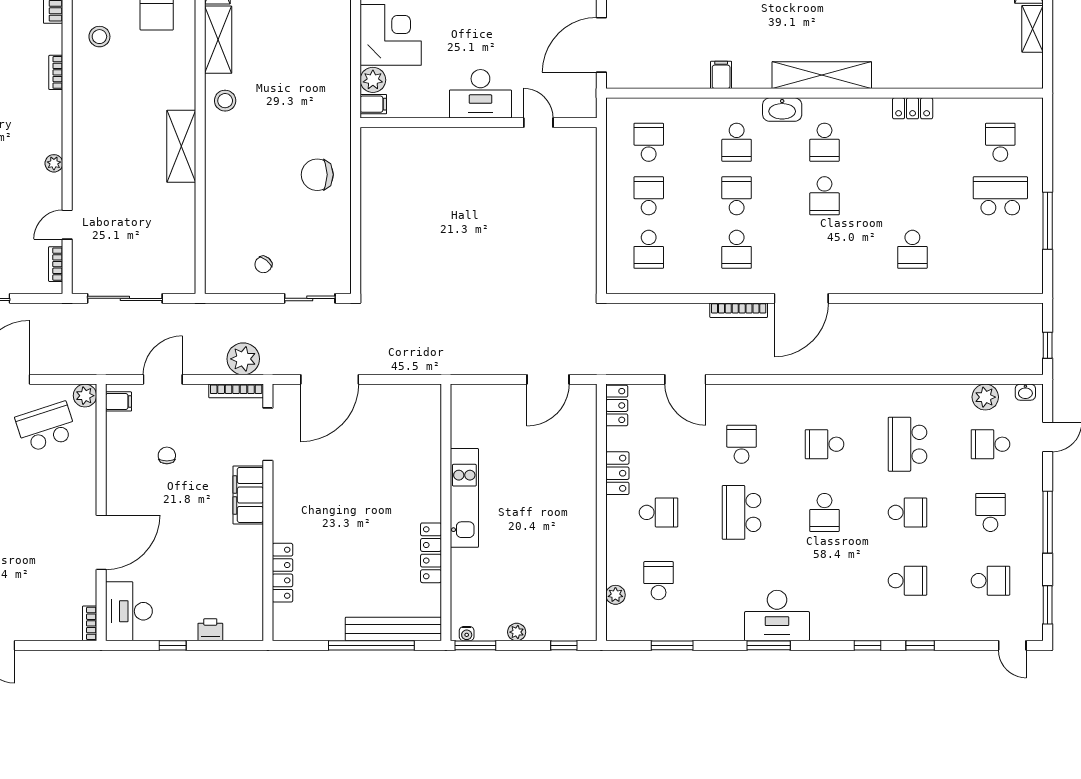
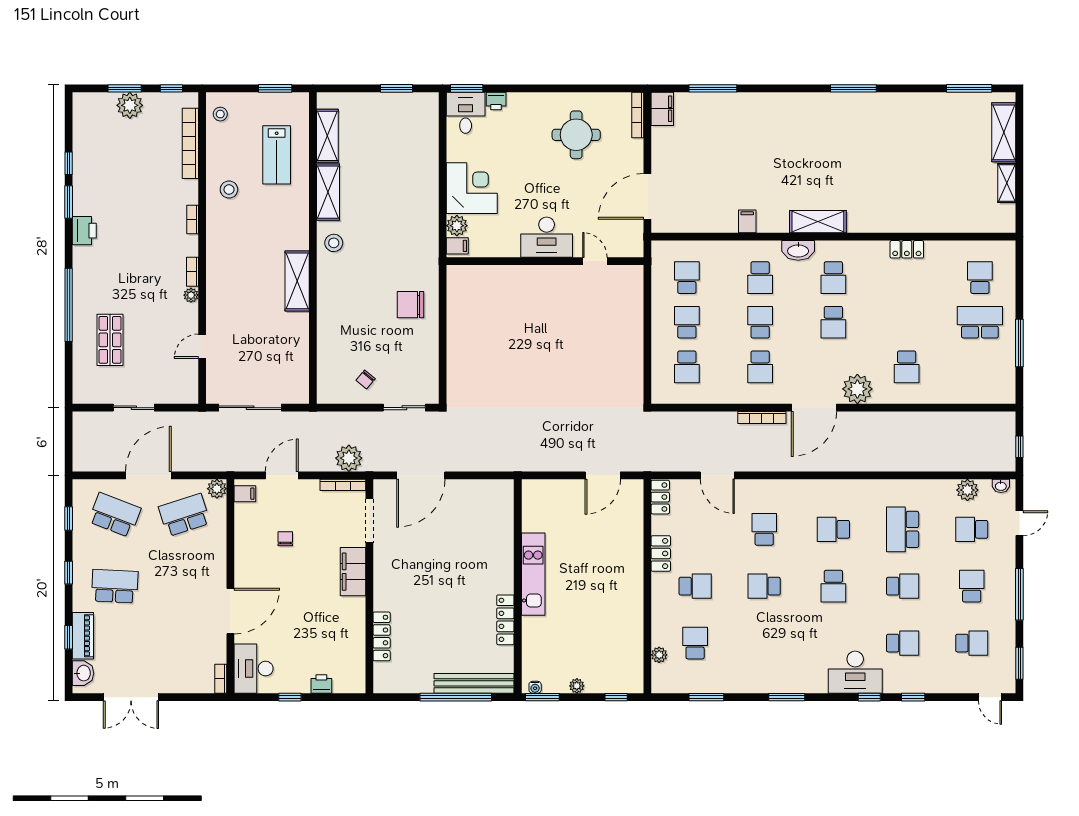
shelving: (822, 75) -> (818, 222), width x0.68
bookcase: (56, 264) -> (193, 272), moved
plant: (853, 276) -> (857, 389), added
school desk: (742, 512) -> (764, 586), width x0.54
desk: (777, 616) -> (855, 672), moved

